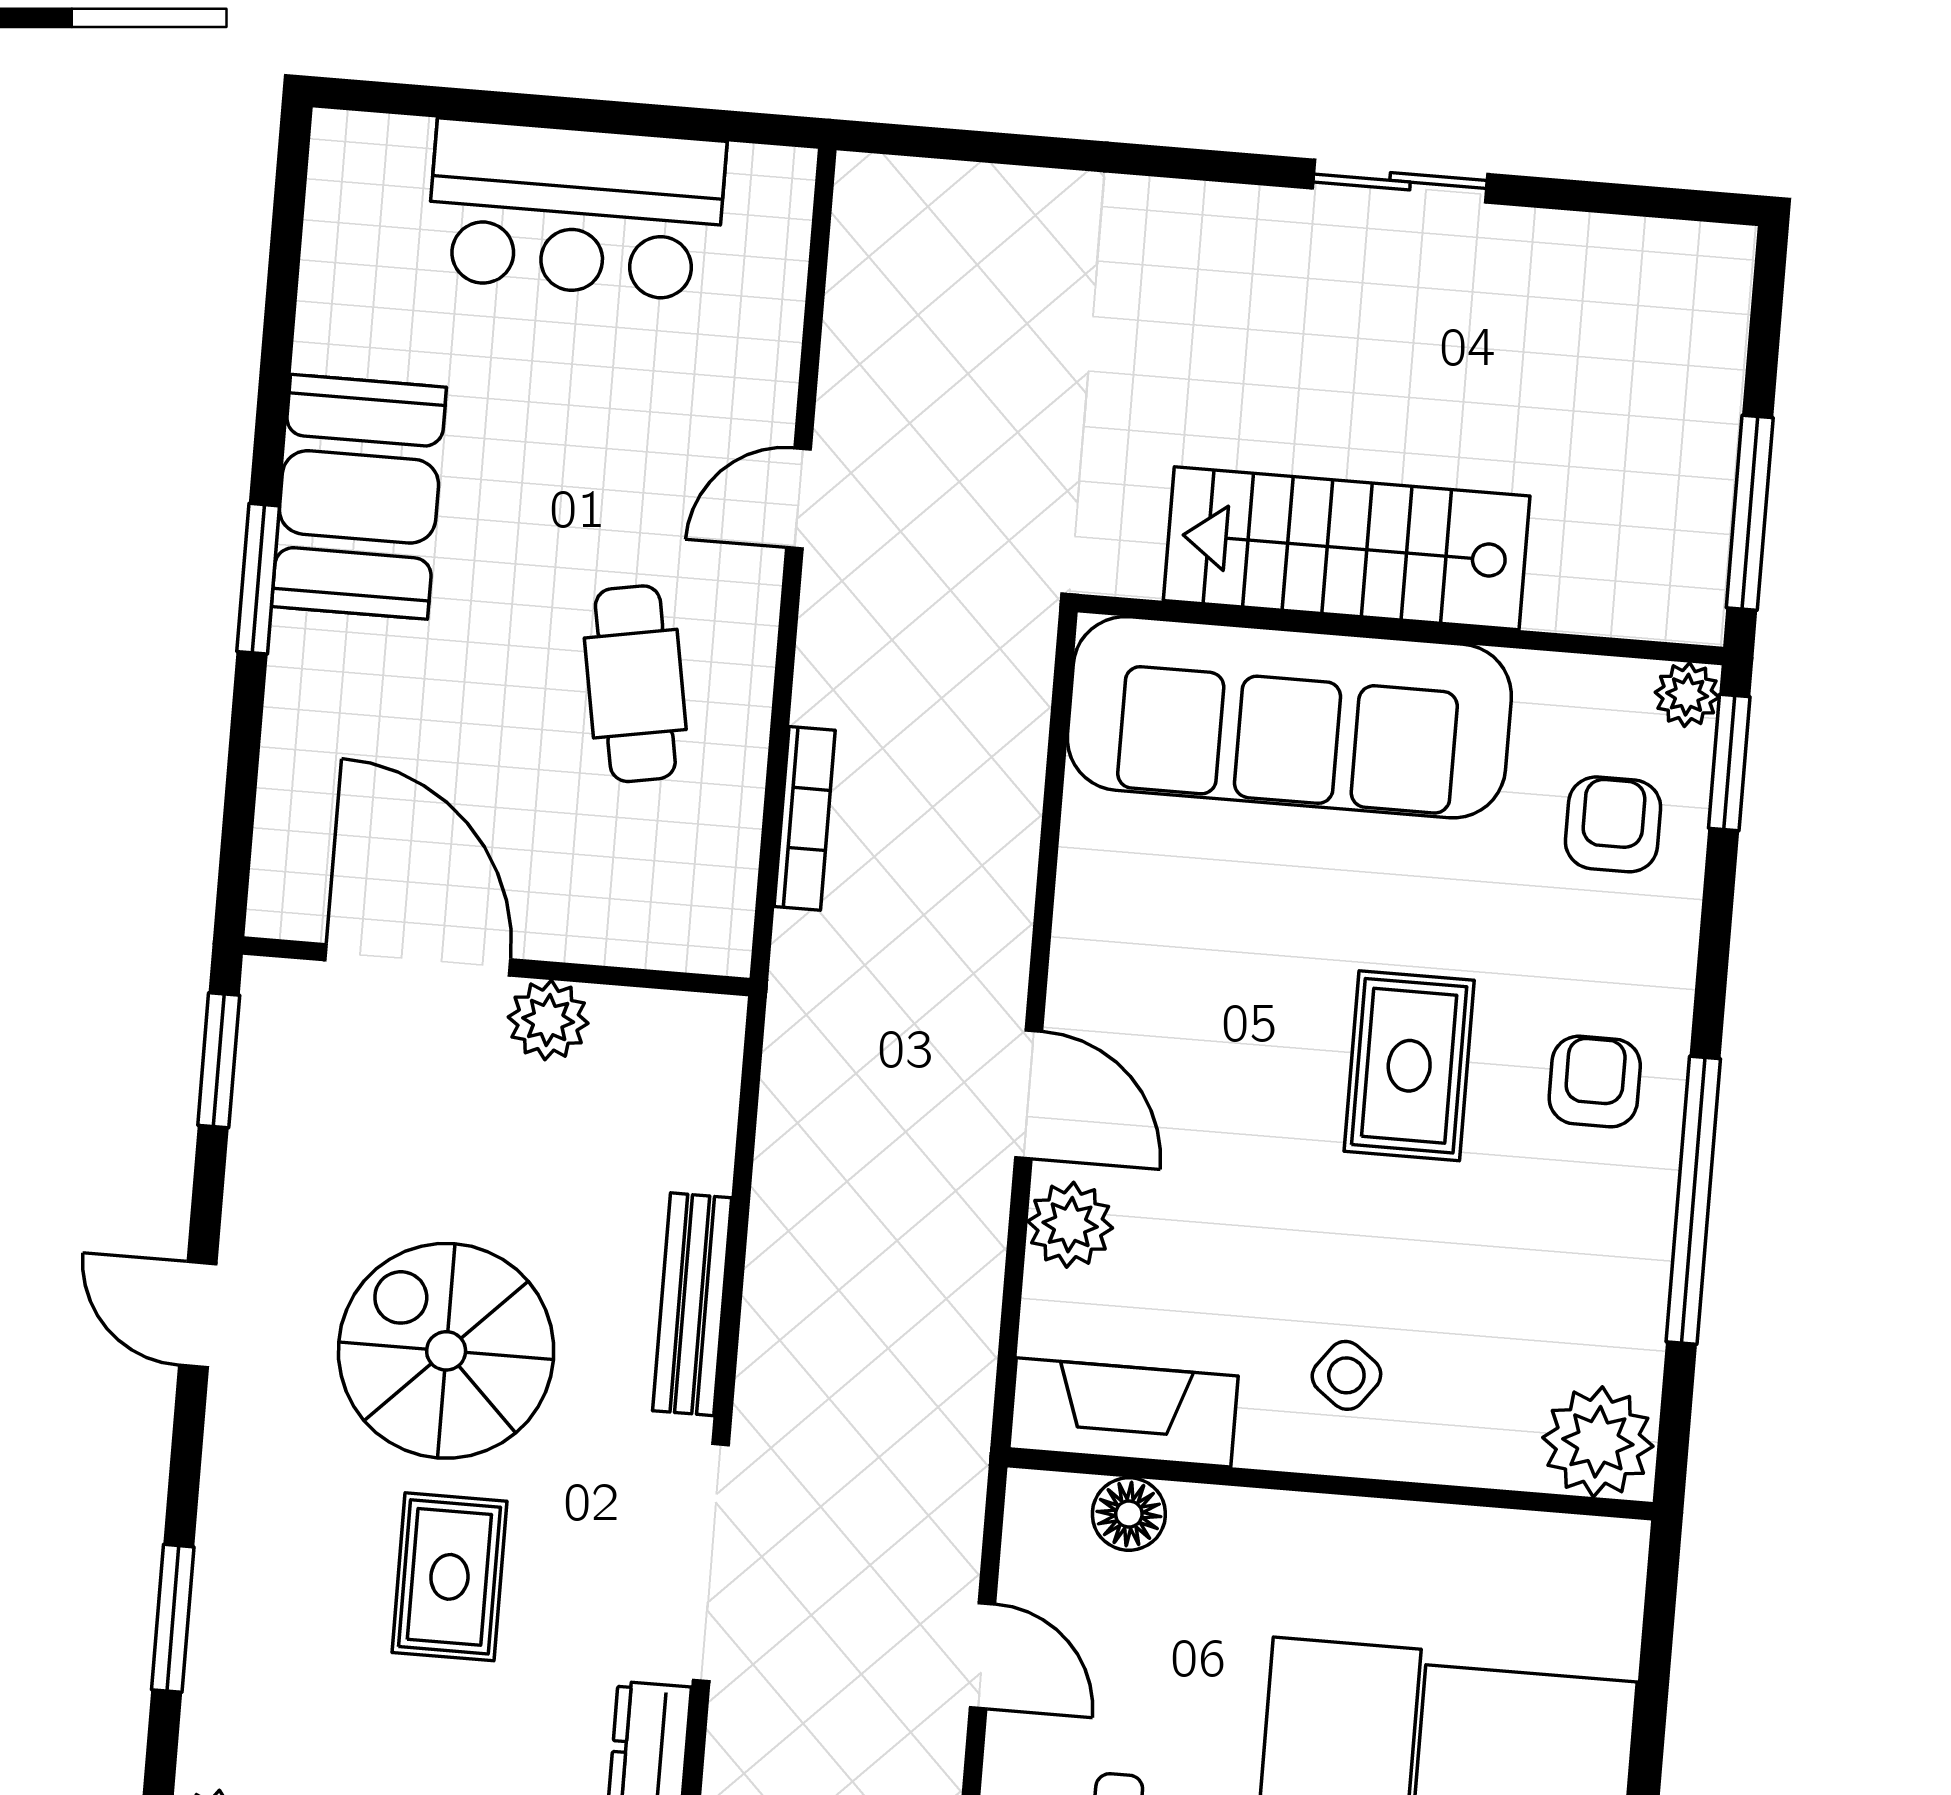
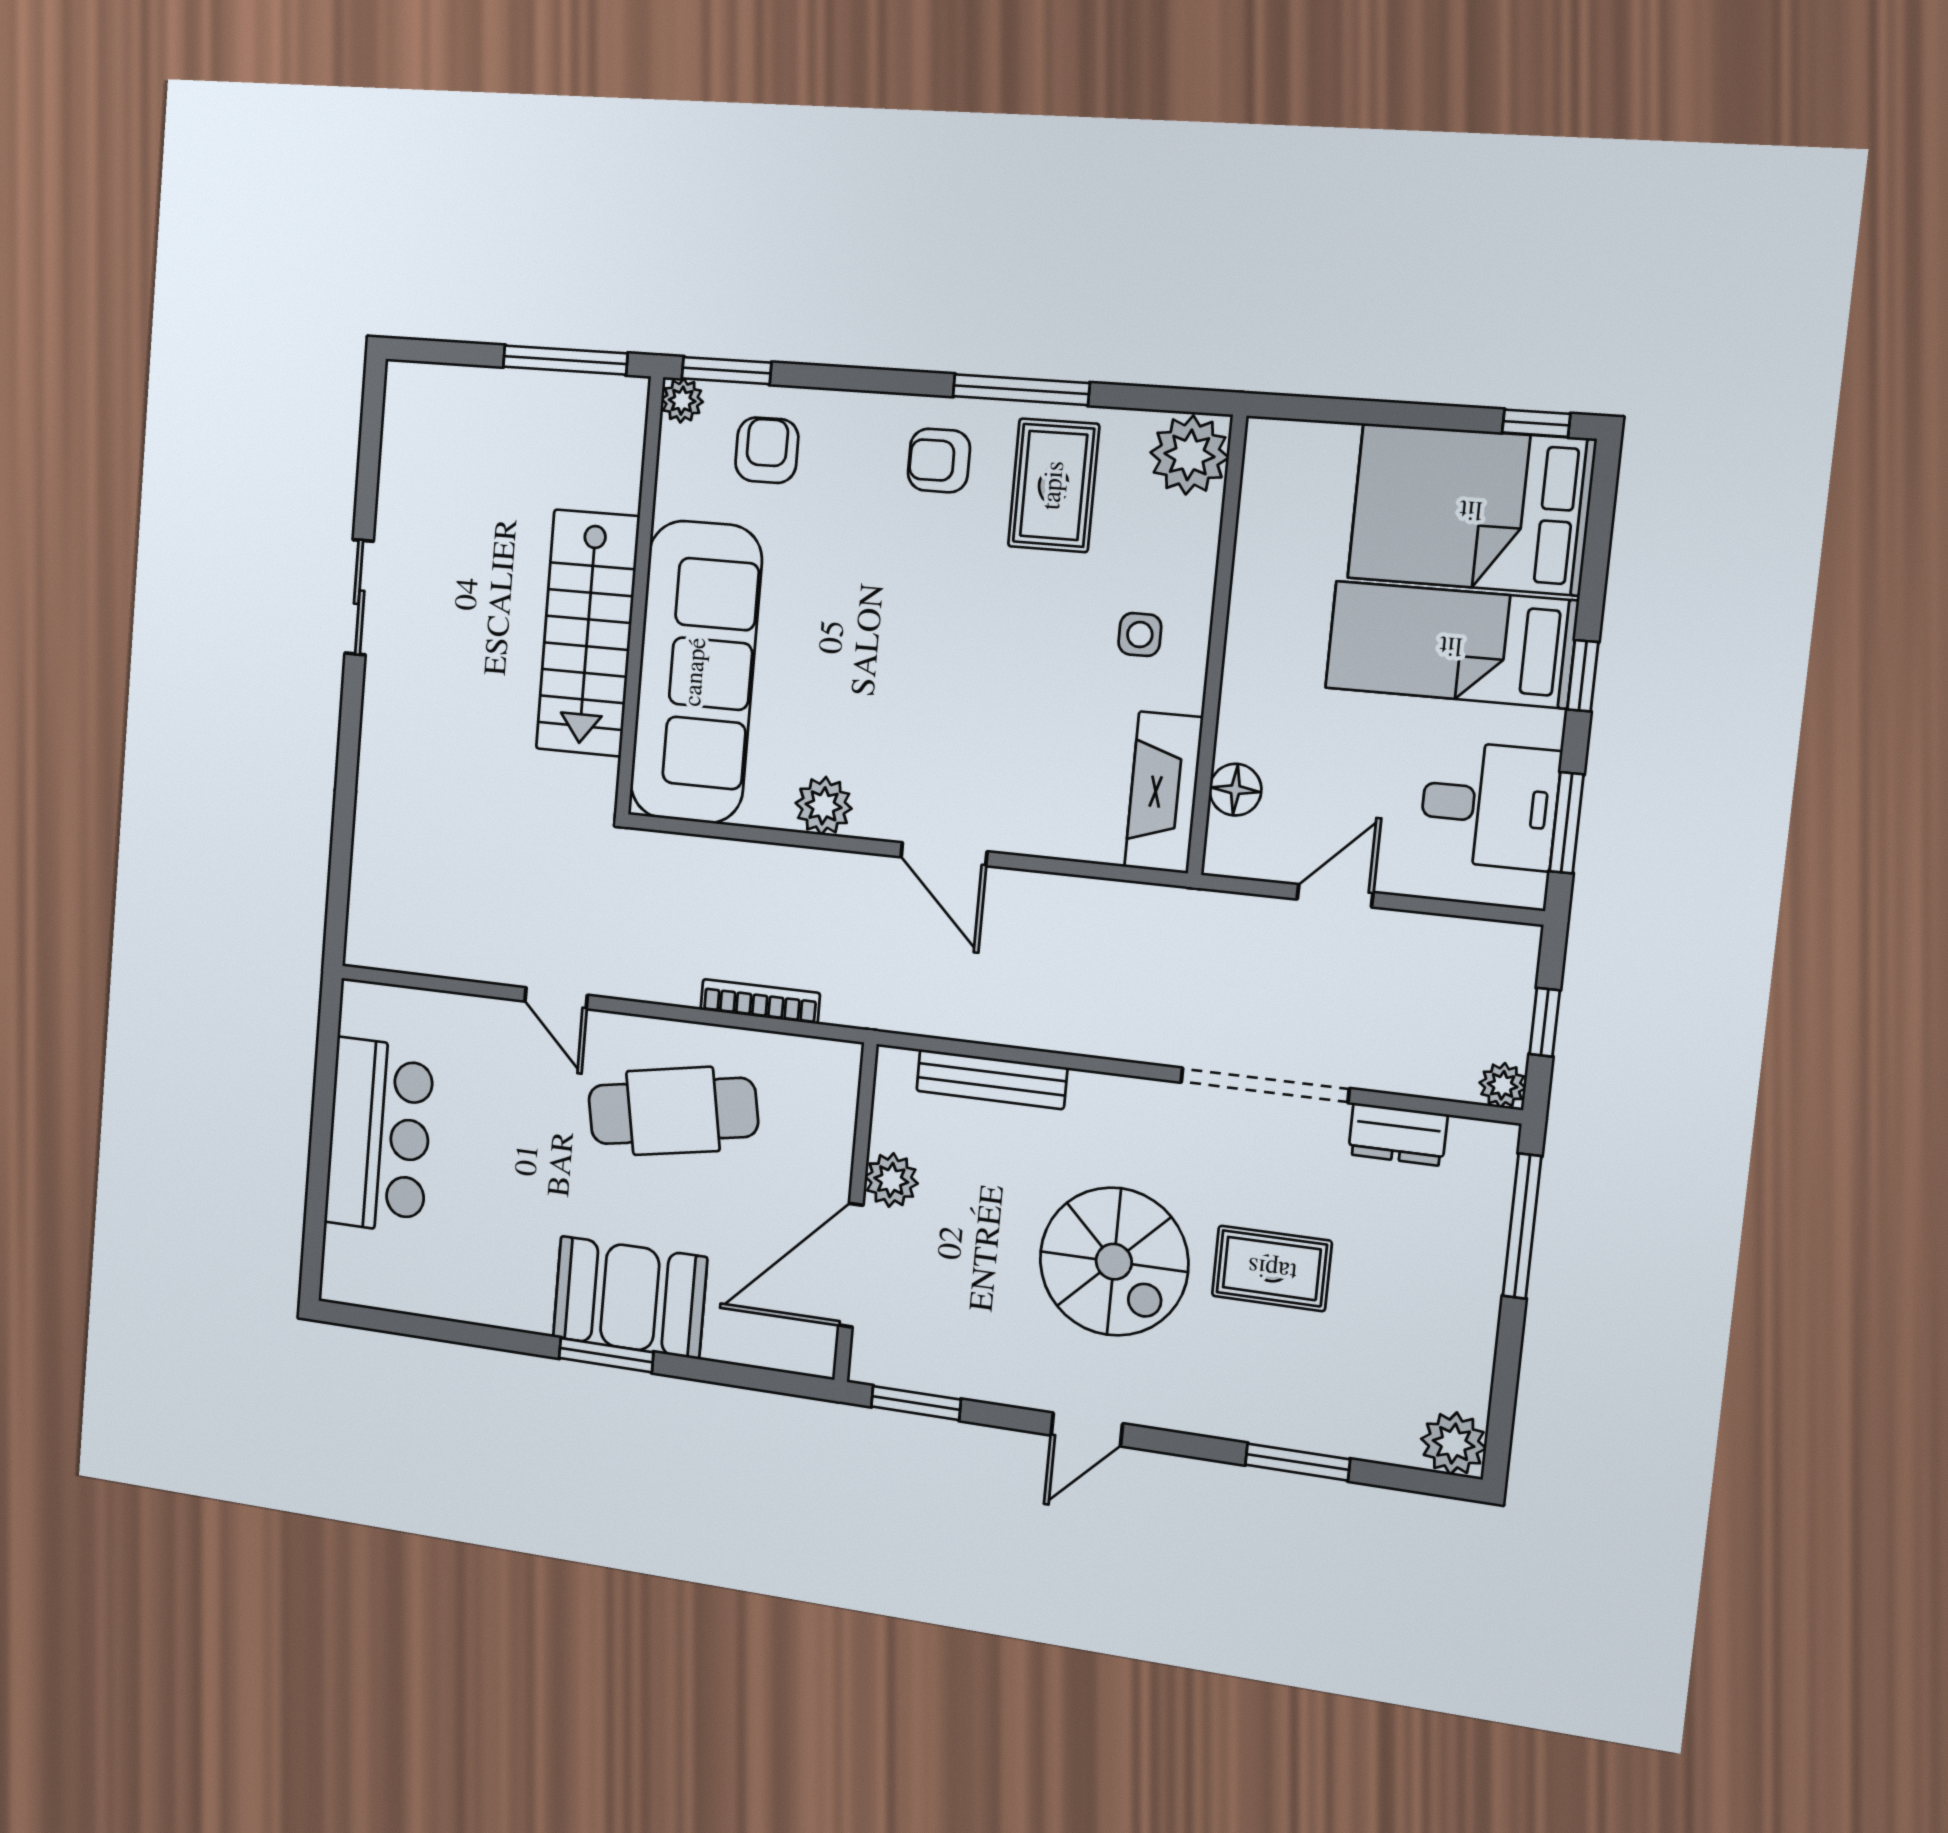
booth: (359, 497) -> (630, 1297), moved
cafe table: (635, 684) -> (673, 1111), width x1.37, depth x1.35
armchair: (1613, 824) -> (767, 450), turned 90
rug: (1409, 1066) -> (1054, 485), moved, turned 90
door: (1029, 1094) -> (944, 854), swing flipped
window: (1693, 1200) -> (1021, 390), width x0.68
plant: (1070, 1225) -> (824, 806), moved
bench: (692, 1304) -> (992, 1079), moved
spiral stairs: (446, 1351) -> (1114, 1262), turned -90
side table: (1346, 1375) -> (1140, 635), turned -37

